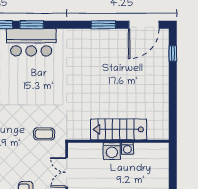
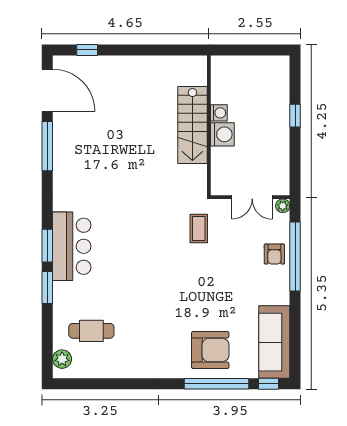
window: (103, 25) -> (47, 146), width x1.44

